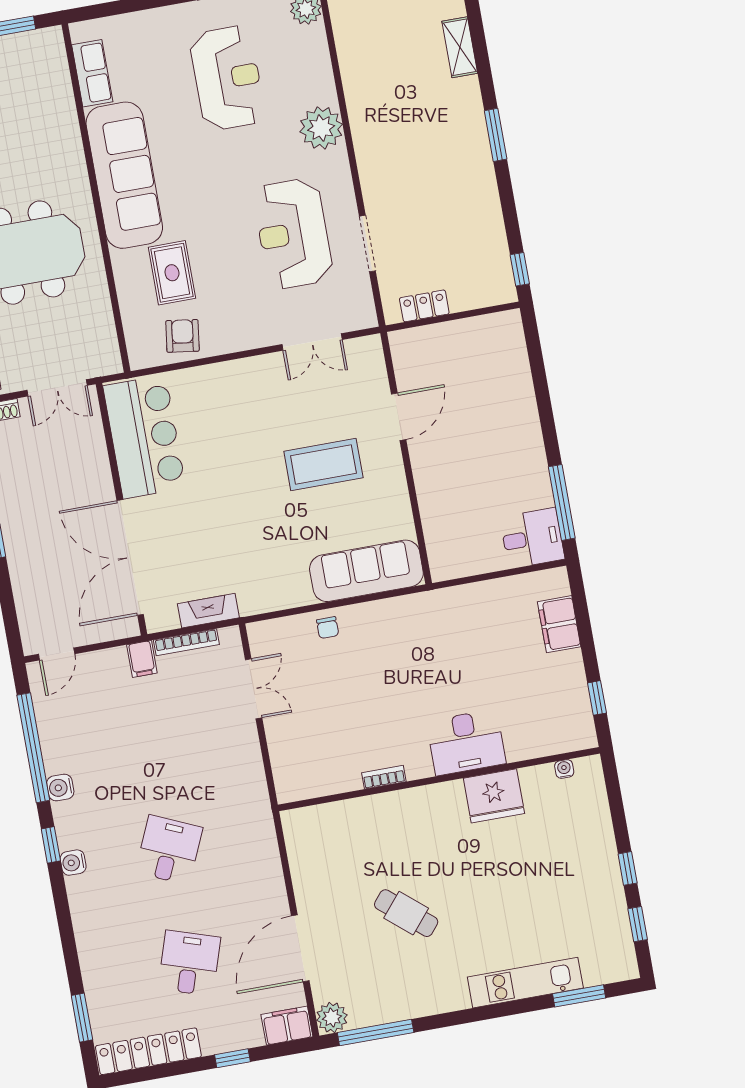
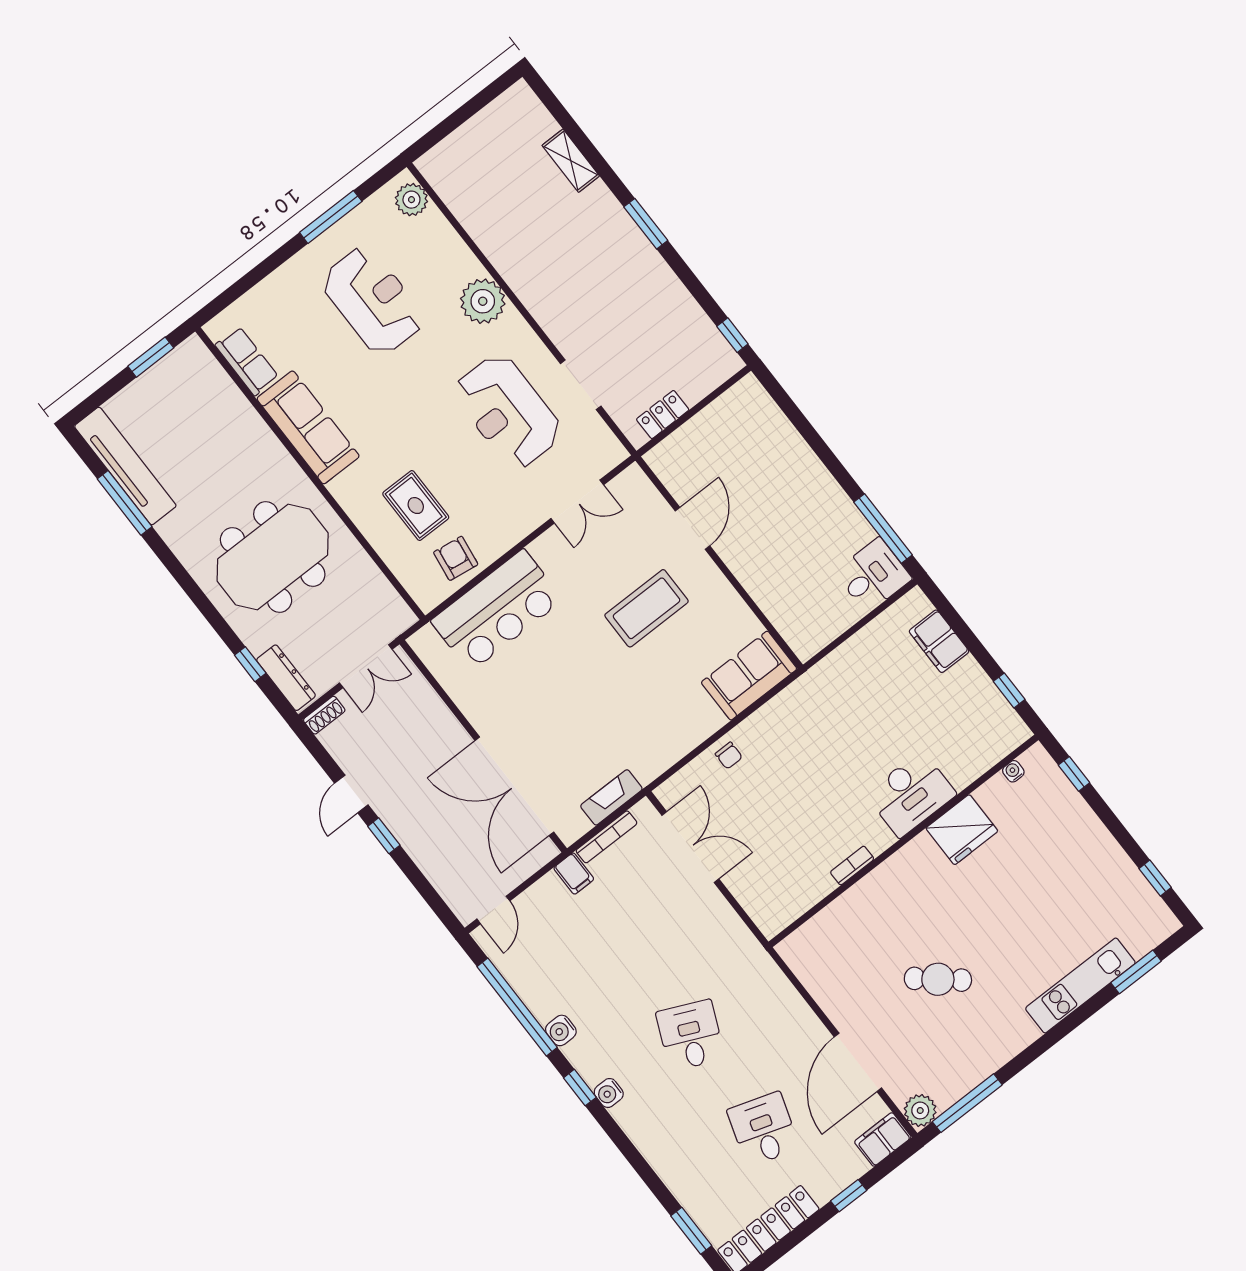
sofa: (124, 175) -> (308, 427), width x0.74, depth x0.79
bar counter: (144, 437) -> (497, 610), moved, turned 90
sofa: (366, 571) -> (749, 676), width x0.73
double door: (254, 689) -> (690, 847), width x1.37
window: (628, 868) -> (1074, 774), moved

